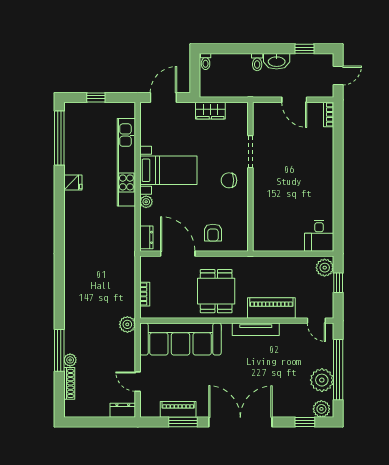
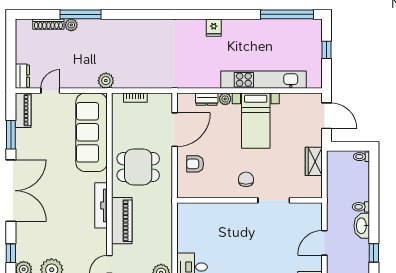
fridge: (73, 183) -> (214, 28), moved
dresser: (146, 237) -> (207, 99), moved
piano: (178, 409) -> (23, 110), moved

